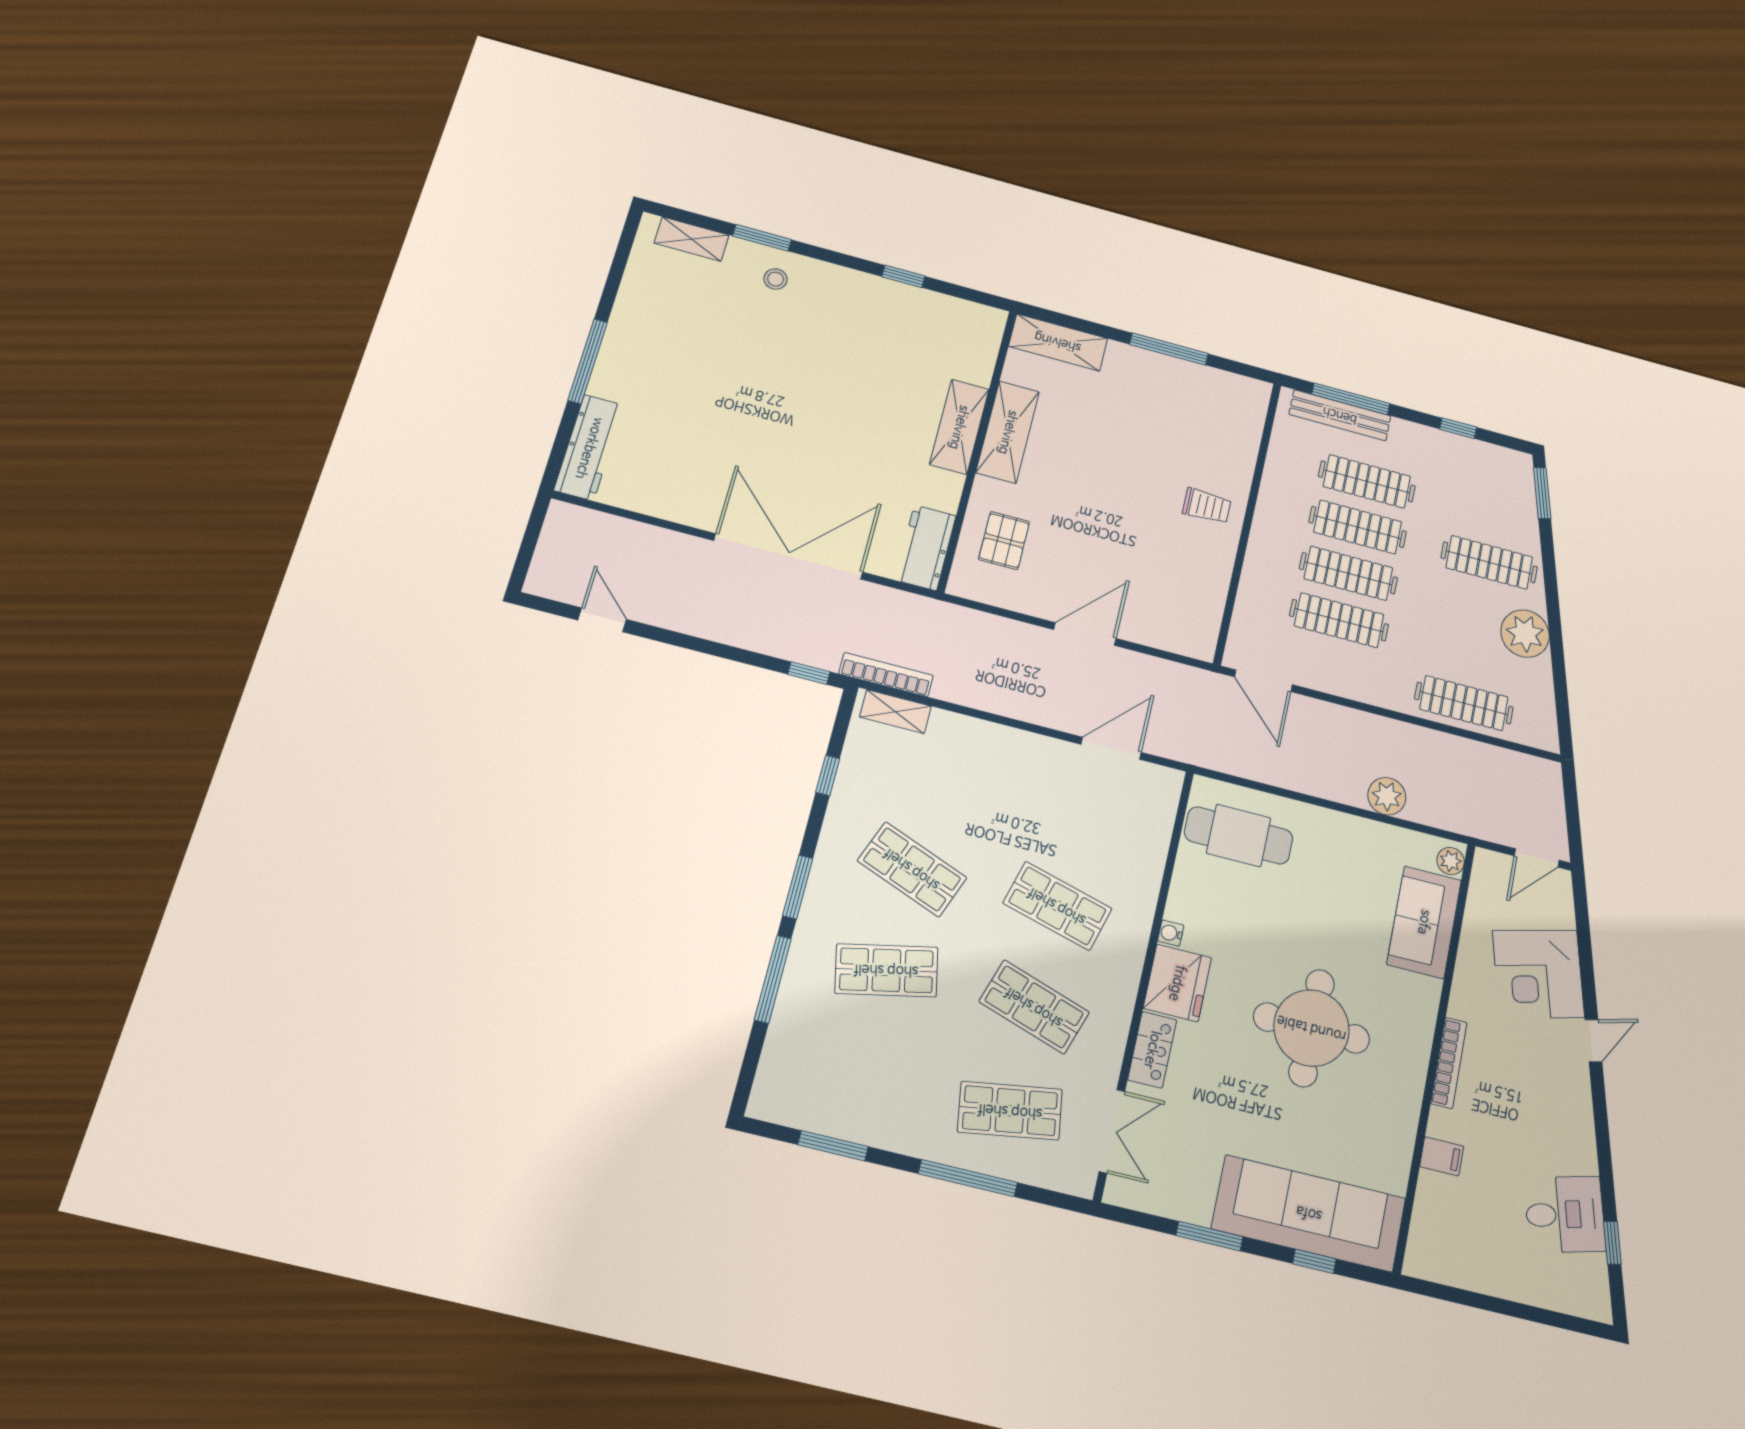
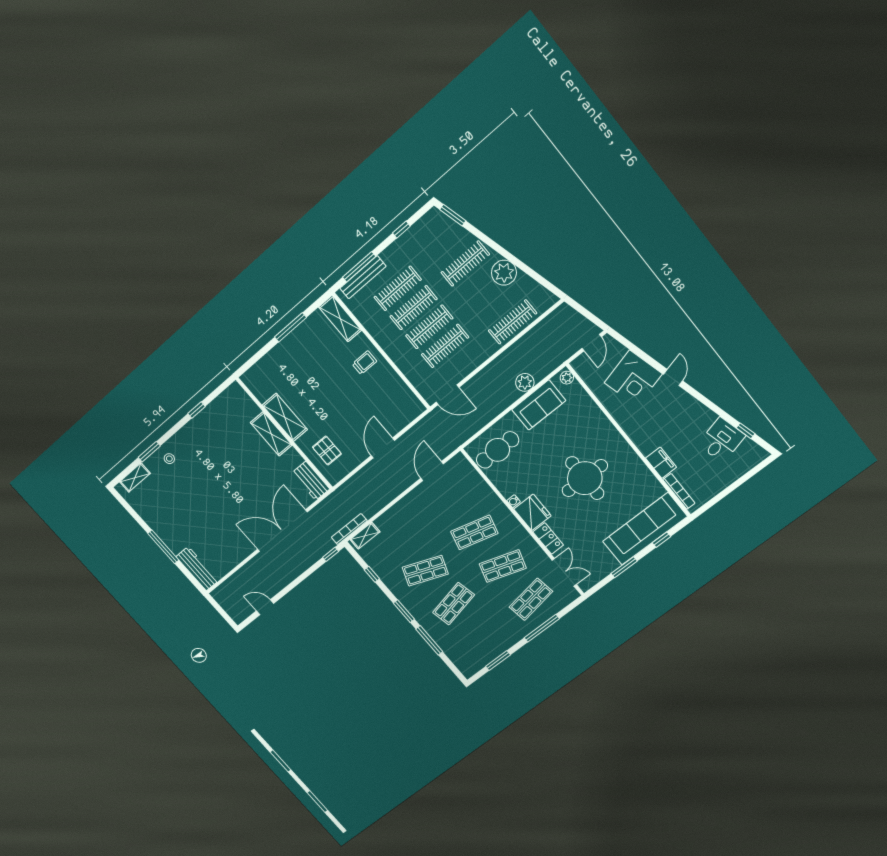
shelving: (1058, 342) -> (340, 319), moved, turned 90
sofa: (1424, 922) -> (539, 405), moved, turned -90
bookcase: (1449, 1063) -> (679, 491), moved
filing cabinet: (1442, 1156) -> (661, 463), width x2.00

